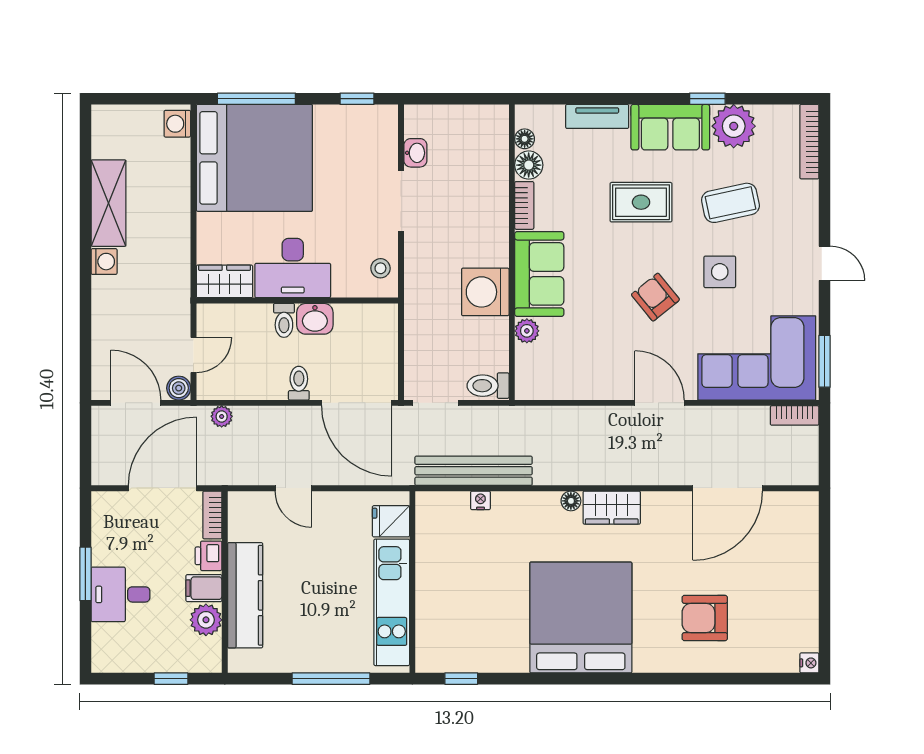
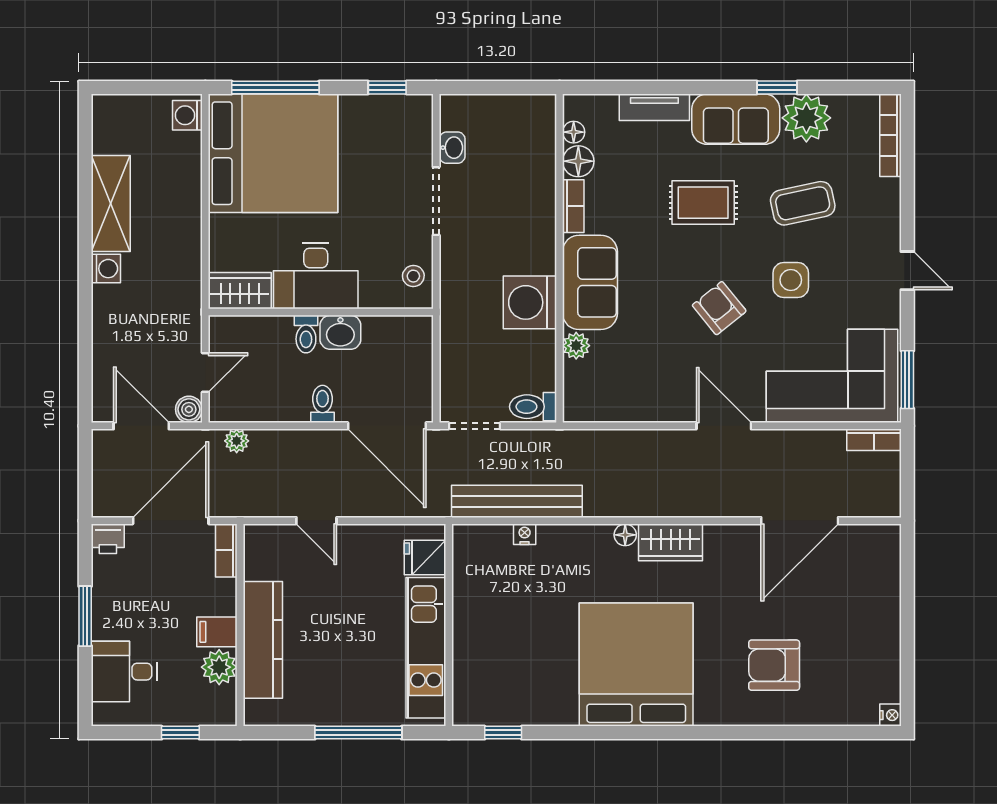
printer: (209, 556) -> (108, 539), moved, turned -90
desk: (121, 594) -> (124, 672), moved

